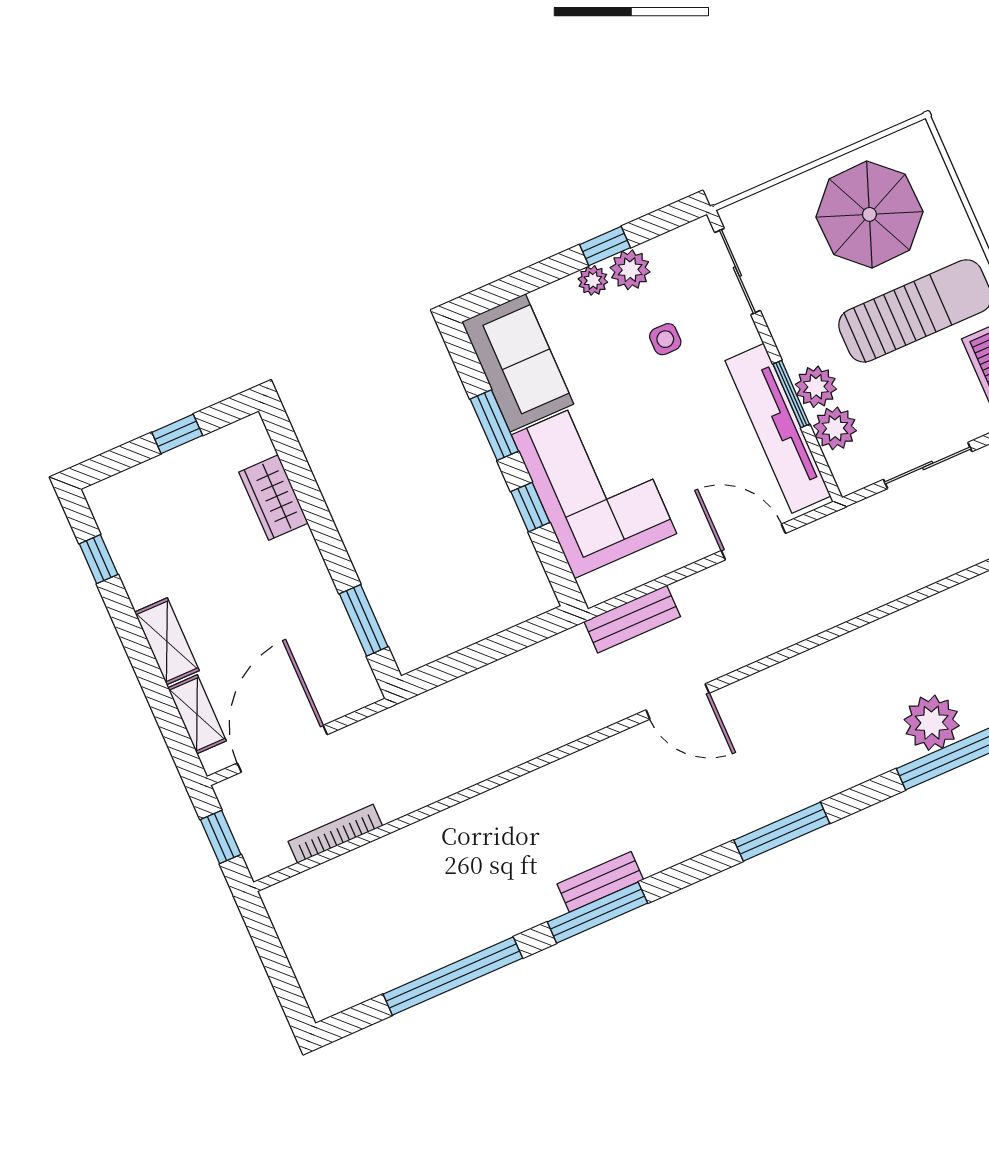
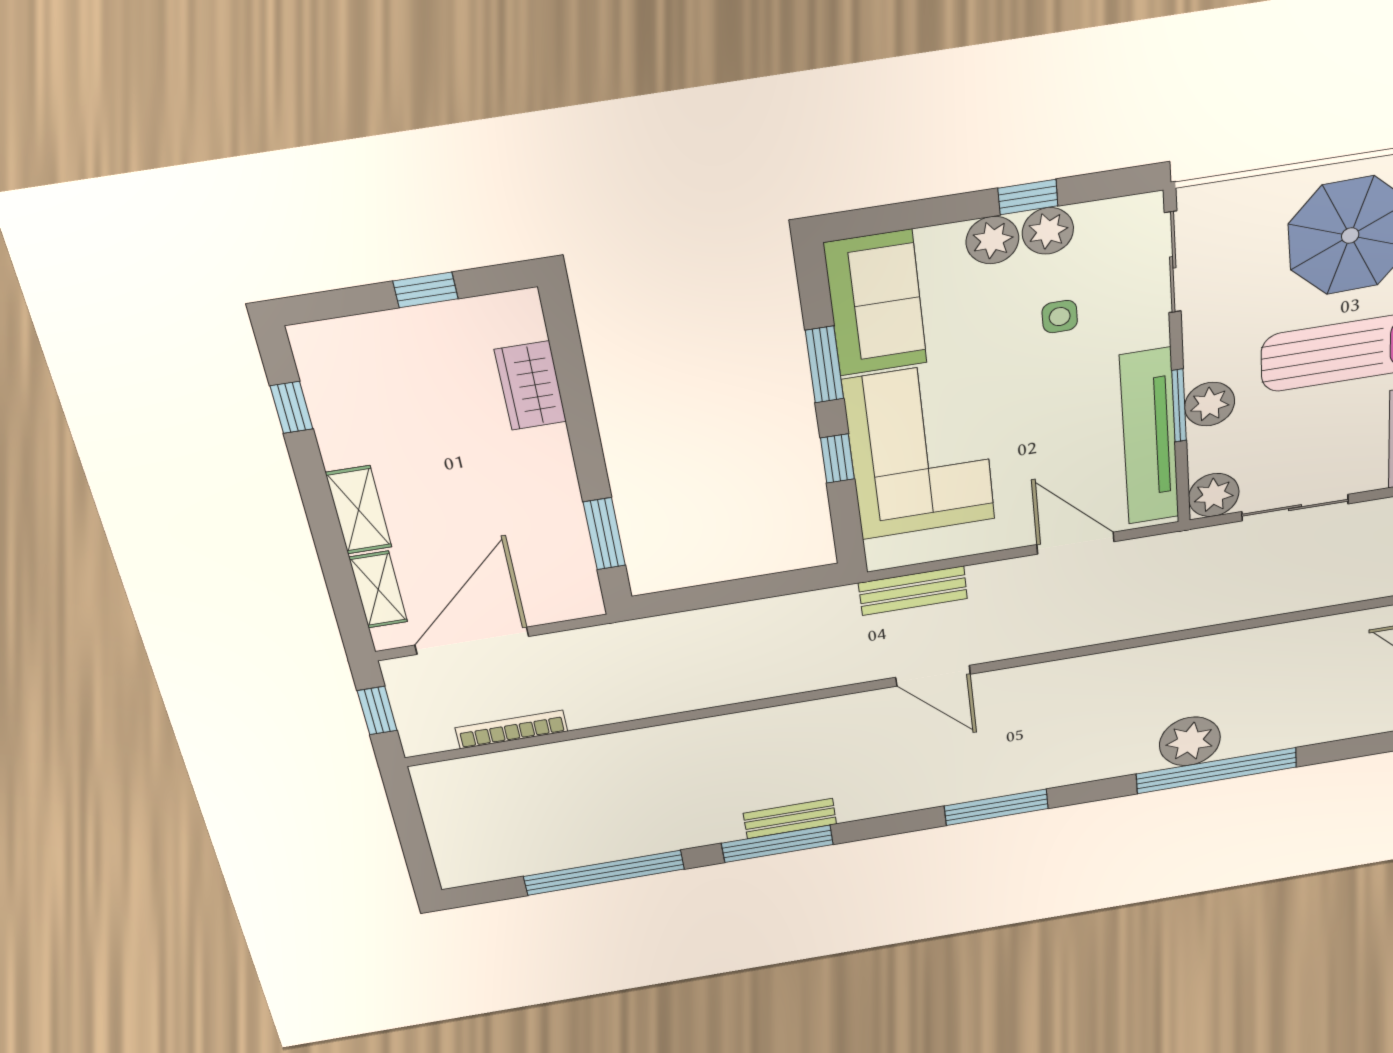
plant: (593, 280) -> (992, 240), width x1.38, depth x1.38
plant: (835, 428) -> (1214, 495), moved

